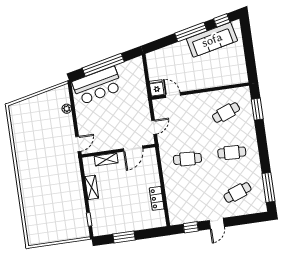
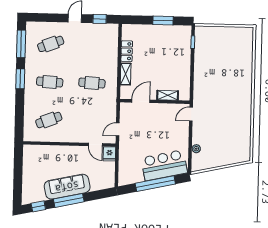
sofa: (212, 40) -> (67, 187), moved
window: (257, 109) -> (20, 79), moved
door: (154, 127) -> (118, 129), moved
shelving: (92, 187) -> (126, 74), moved

